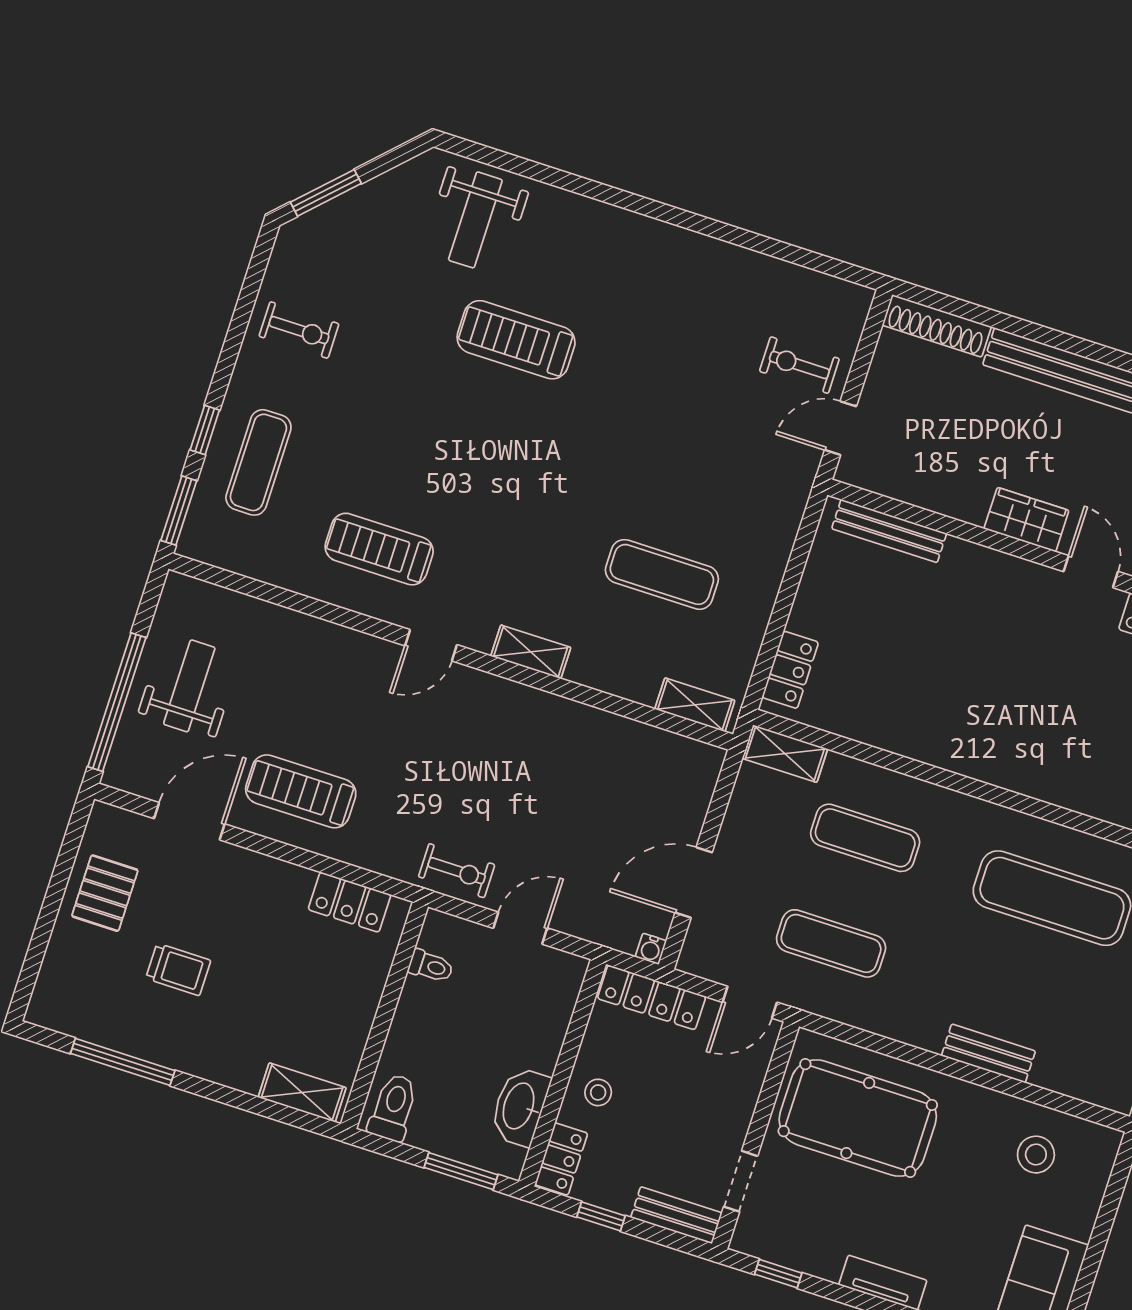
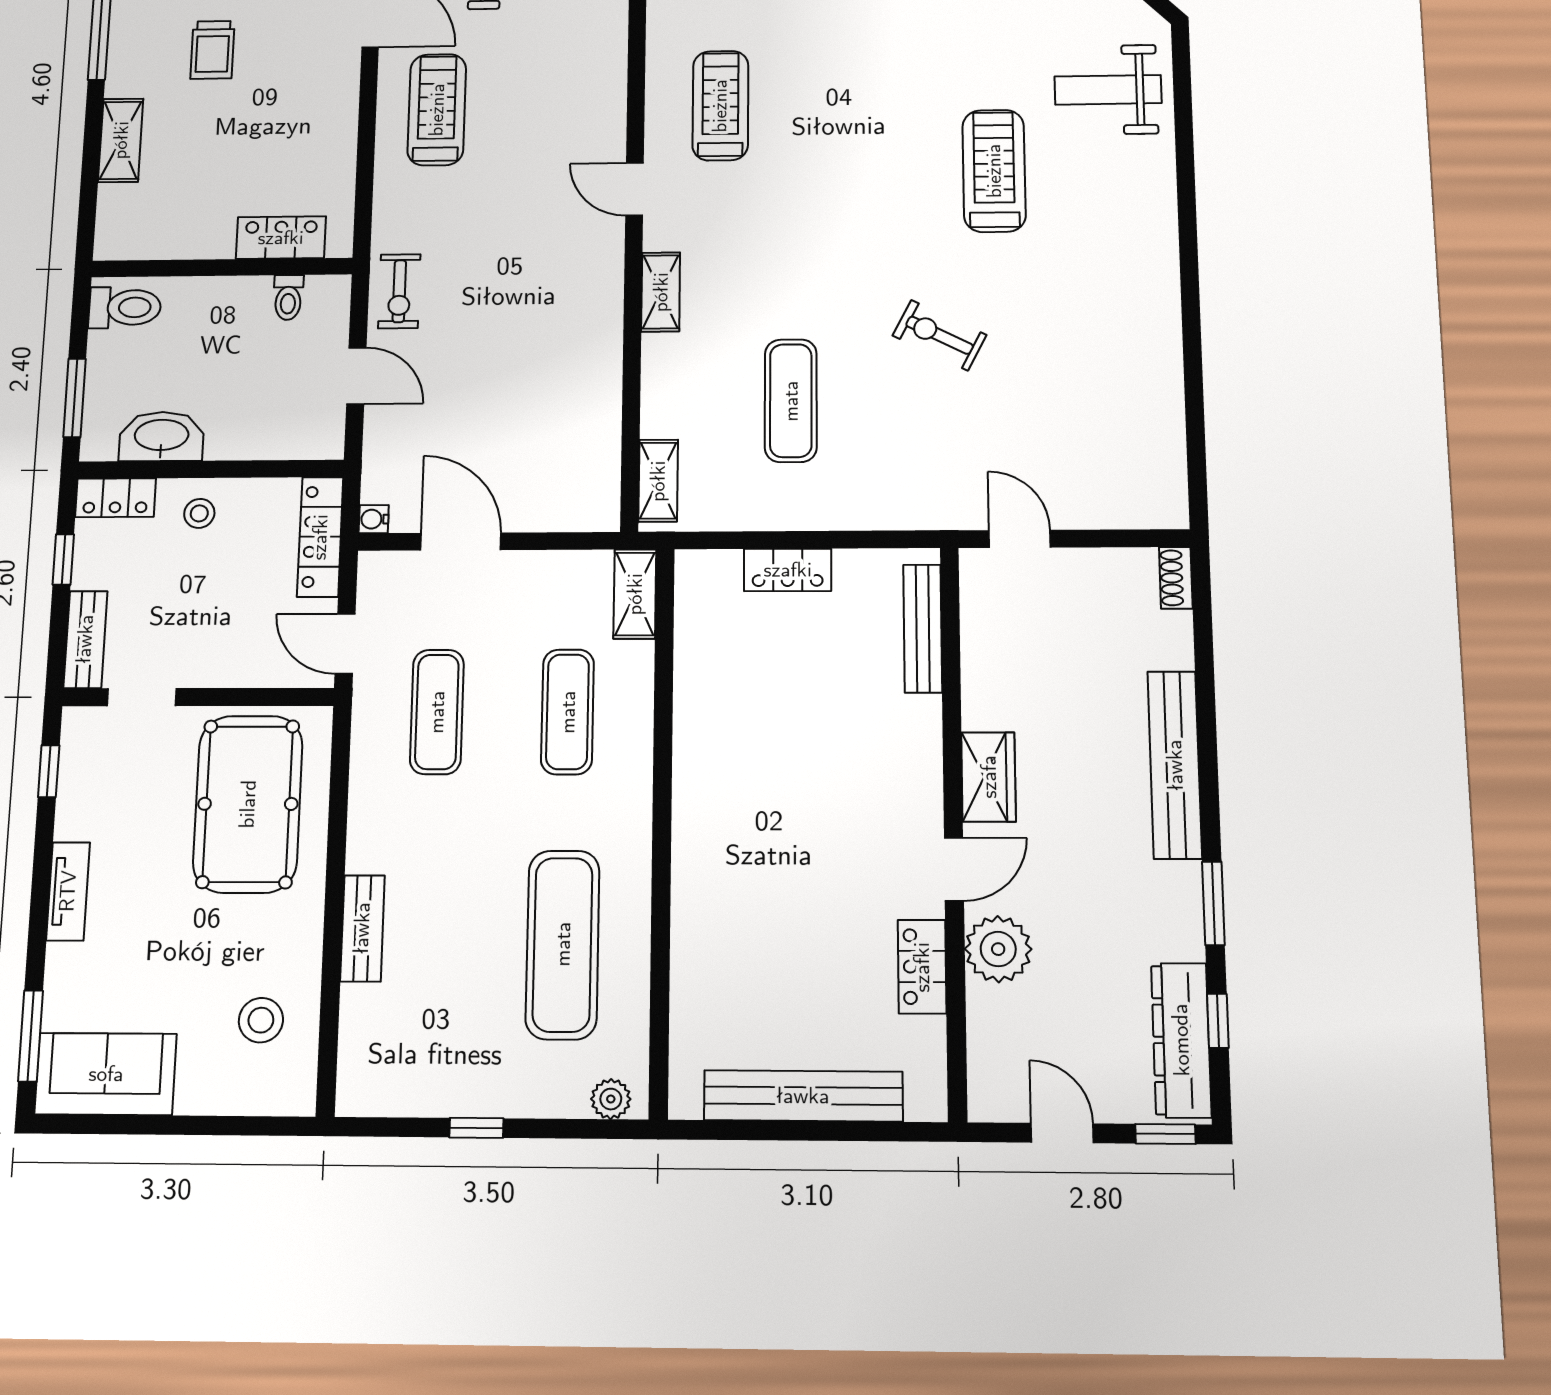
shoe rack: (937, 326) -> (1176, 578), width x0.51, depth x0.81
exercise bike: (799, 365) -> (940, 335), moved, turned -63
locker: (790, 670) -> (788, 570), moved
locker: (350, 902) -> (281, 238), moved, turned 90
shelving: (302, 1093) -> (121, 140), moved

